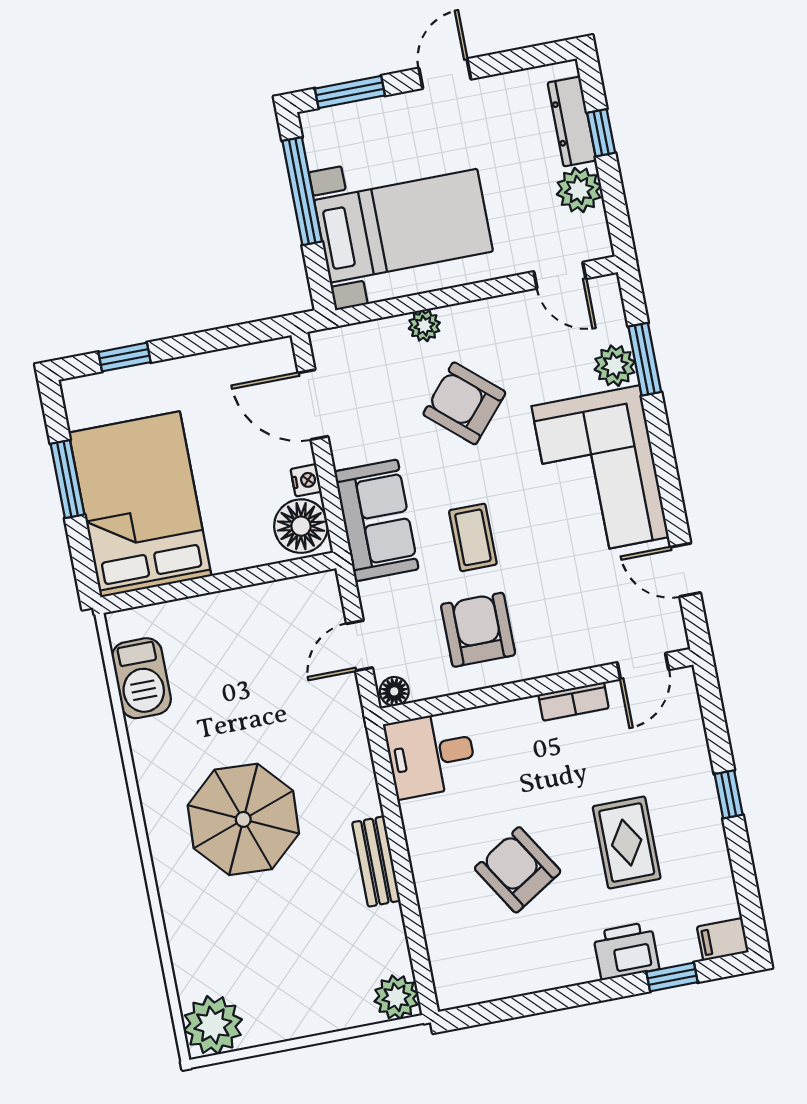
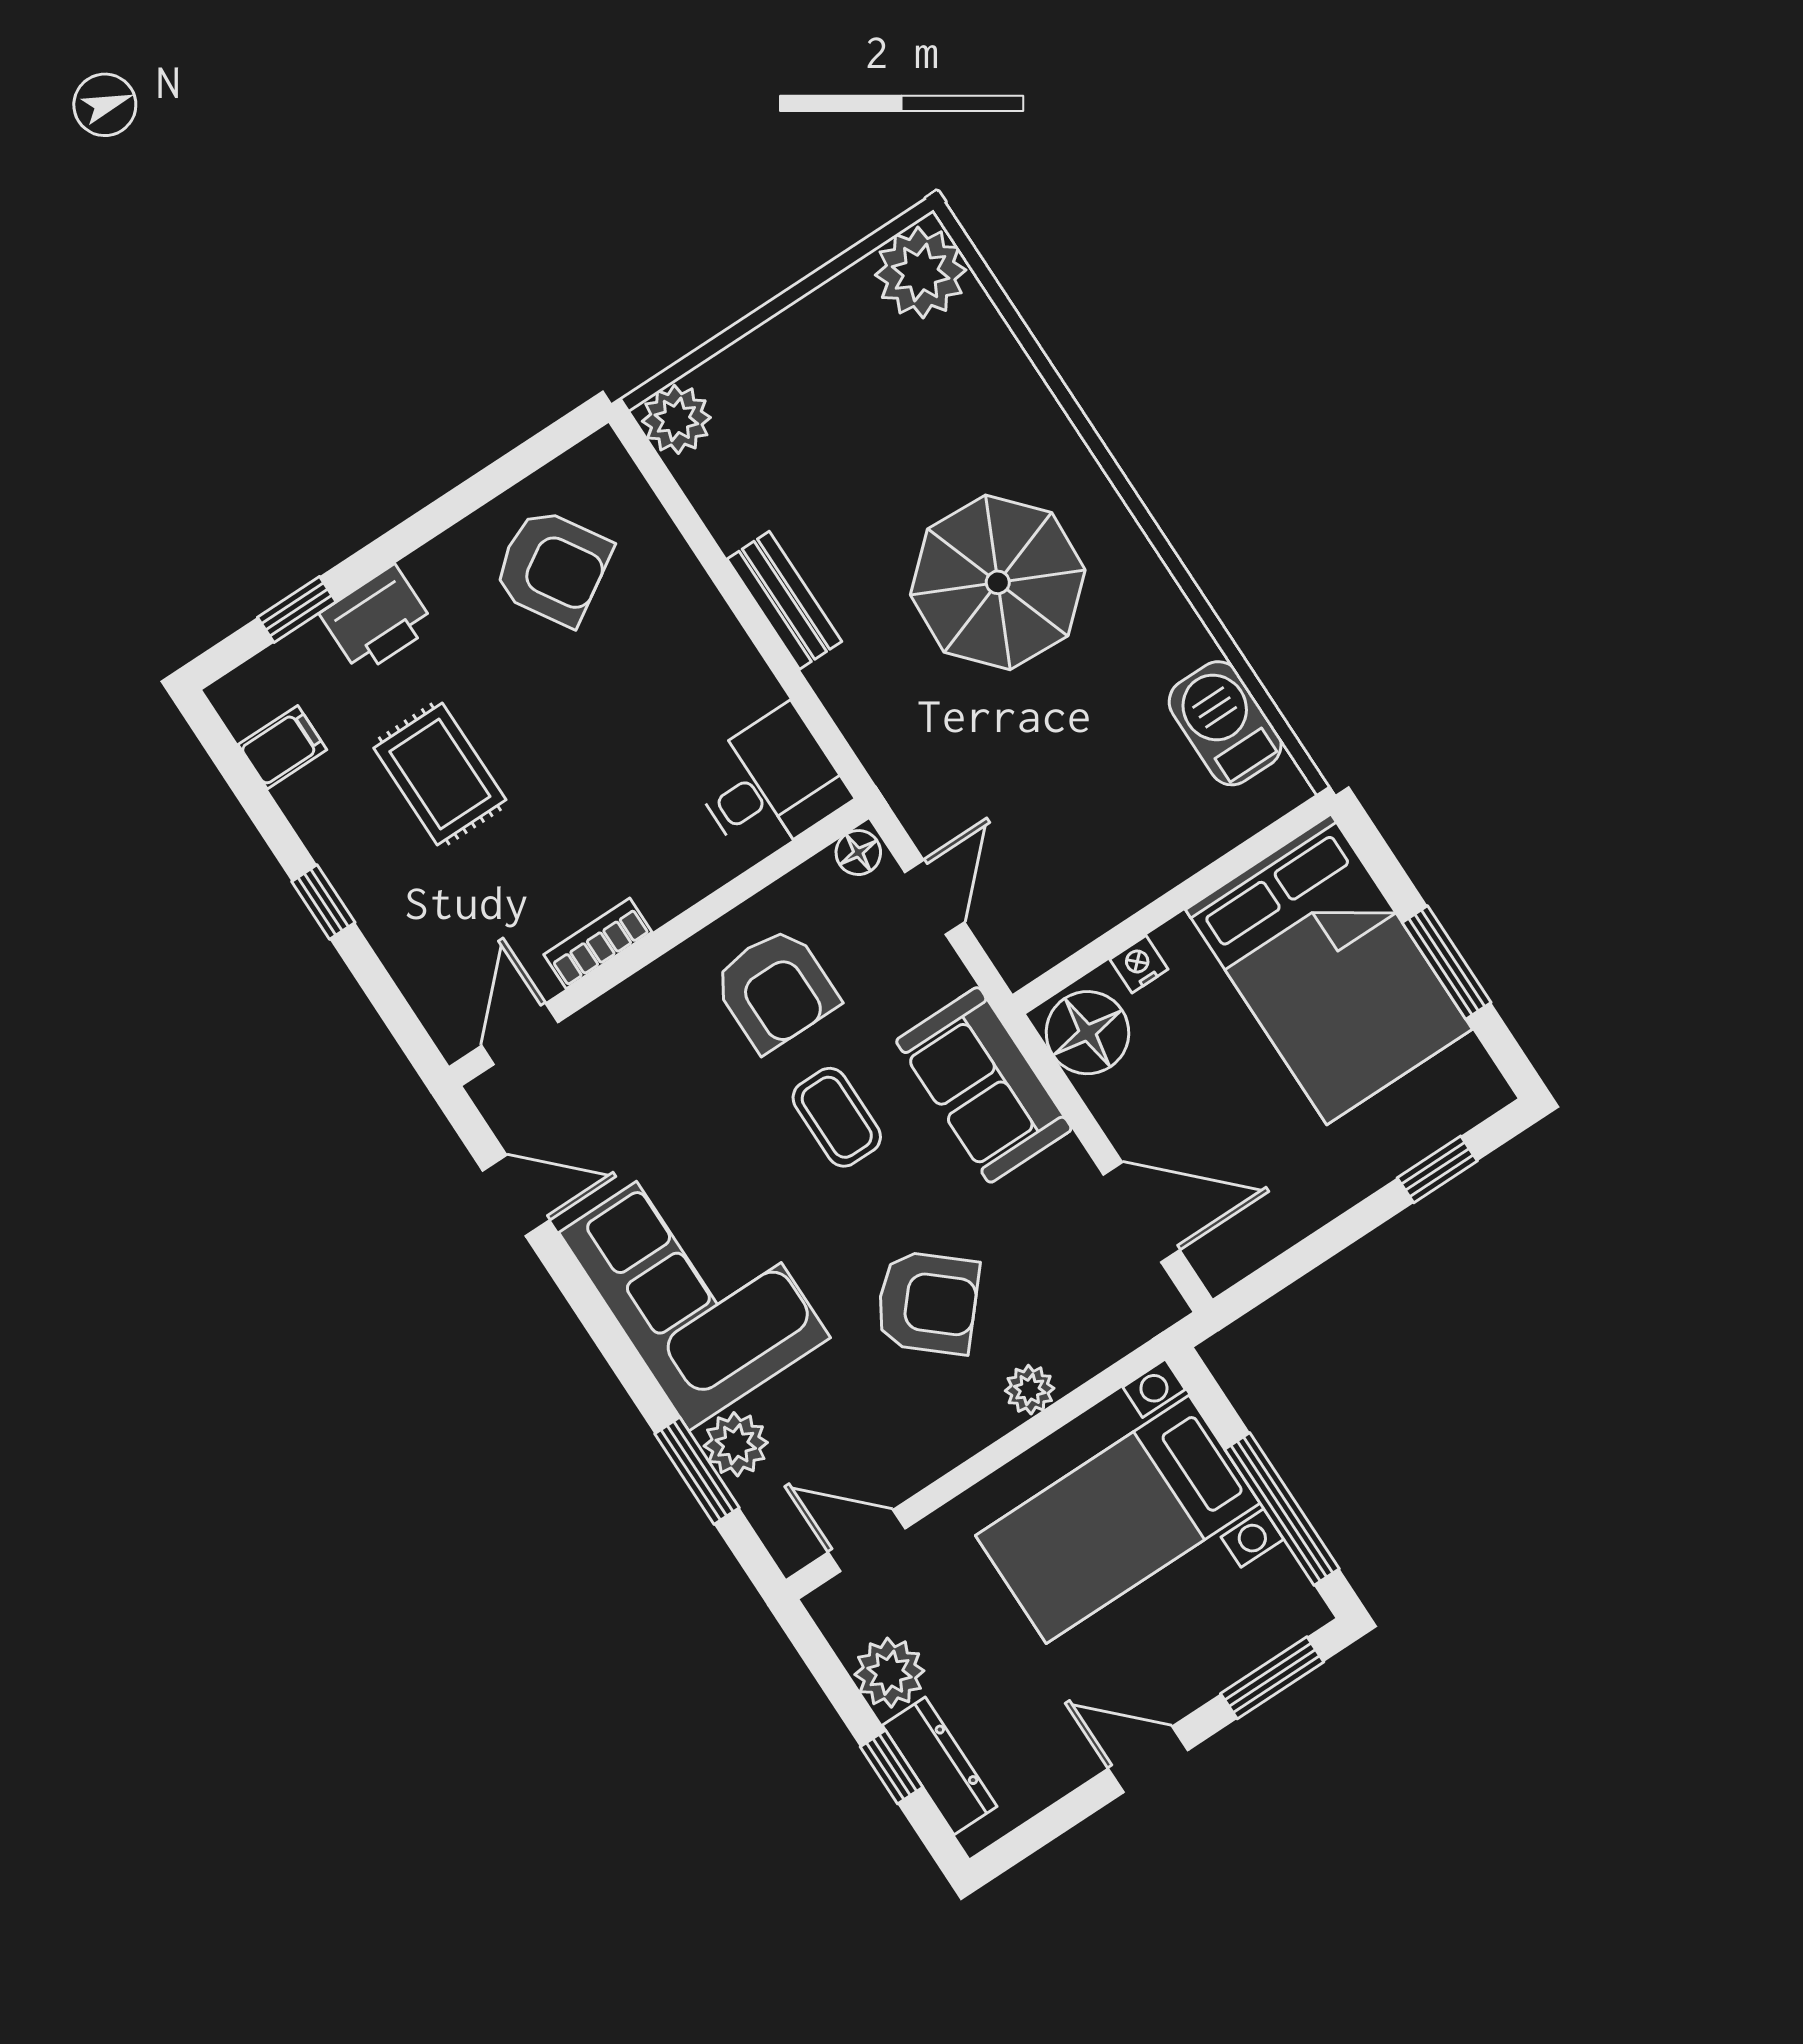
door: (445, 74) -> (1148, 1759), swing flipped
nightstand: (306, 480) -> (1139, 964), moved, turned 90
armchair: (518, 870) -> (552, 567), moved
filing cabinet: (723, 939) -> (282, 747), moved

